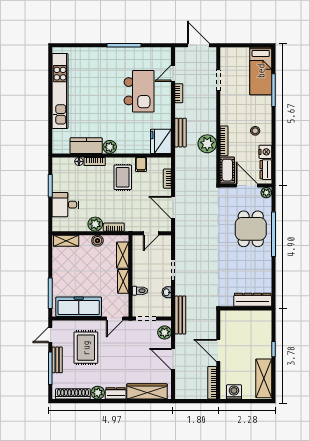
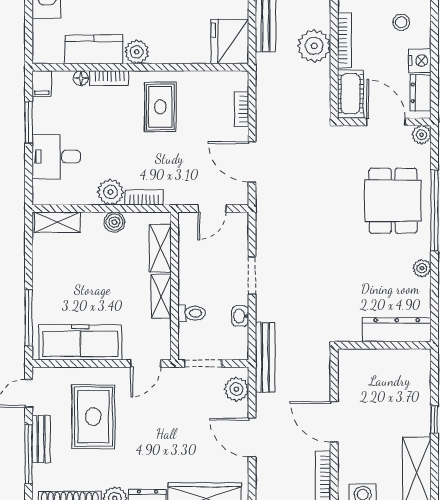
filing cabinet: (141, 164) -> (42, 84), moved
plant: (267, 266) -> (422, 268), added

